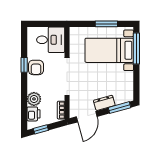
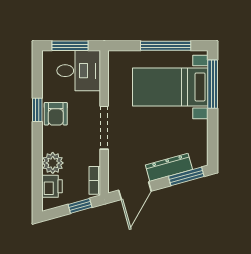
window: (45, 24) -> (70, 46), added
window: (106, 24) -> (166, 46), width x1.44
doorway: (67, 76) -> (104, 128), width x0.73
dresser: (104, 103) -> (169, 167), width x1.44
window: (41, 129) -> (80, 206), moved

